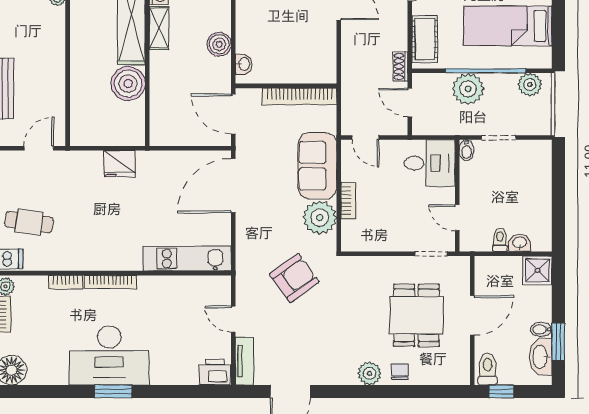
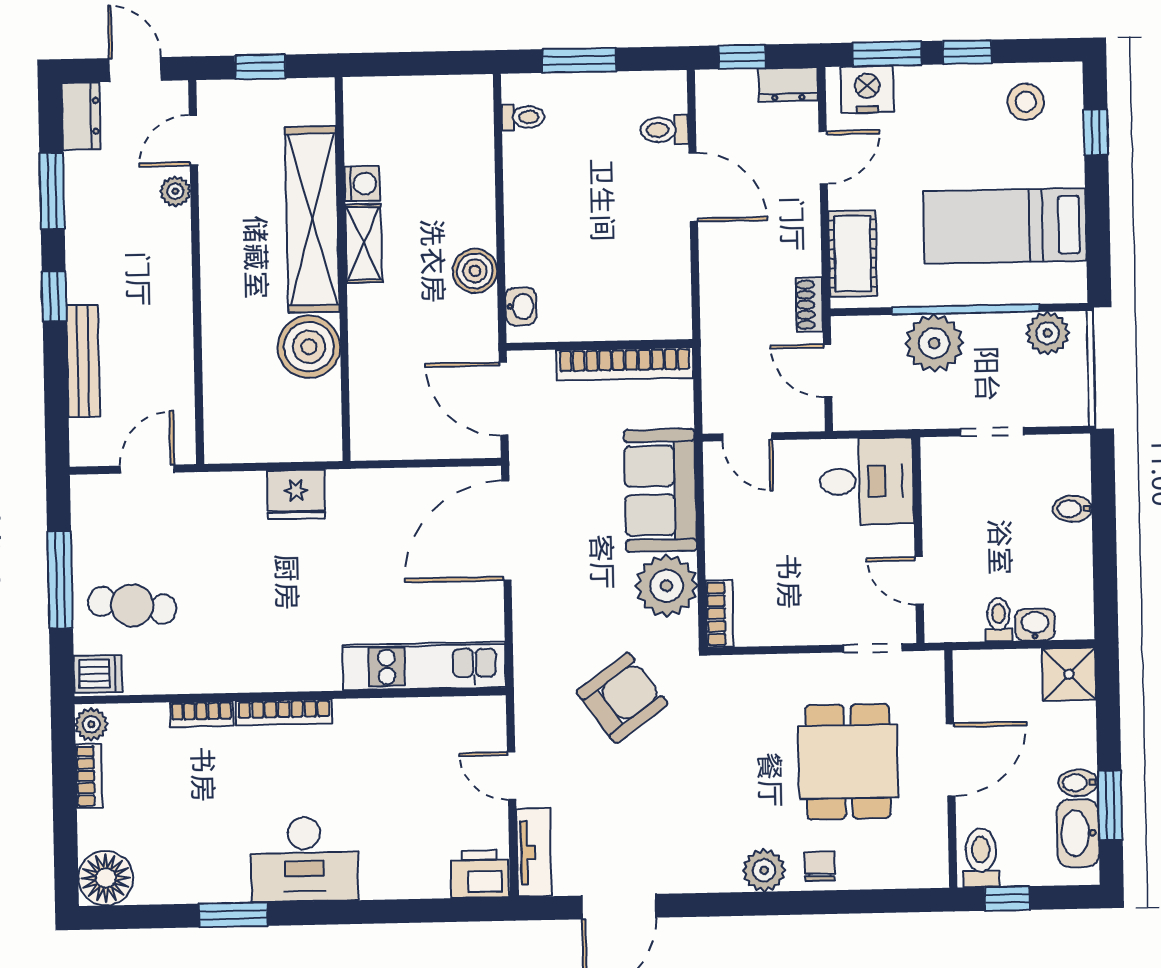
bidet: (467, 150) -> (1072, 509), moved, turned 90
bookcase: (348, 201) -> (720, 614), moved
desk: (109, 355) -> (304, 859), width x0.73, depth x0.77
window: (113, 391) -> (233, 915), moved

